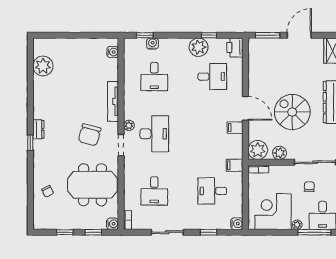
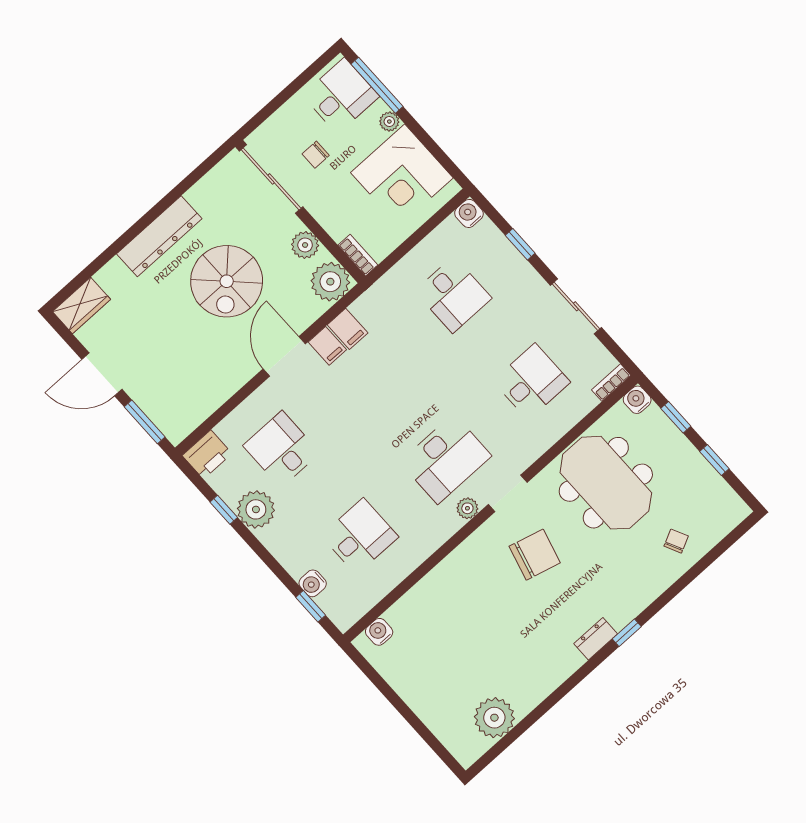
tv unit: (113, 101) -> (453, 565), removed
desk: (154, 134) -> (446, 459), turned 180
filing cabinet: (235, 165) -> (348, 329), moved

